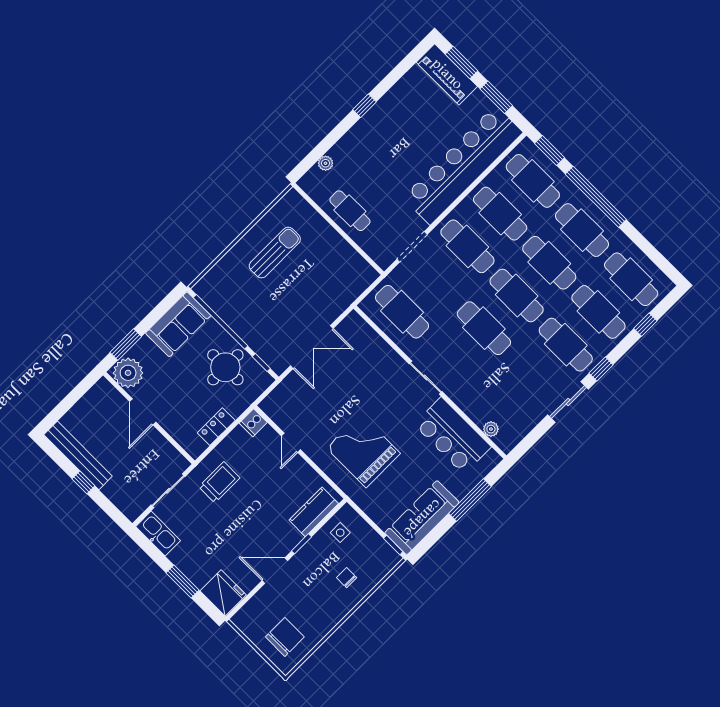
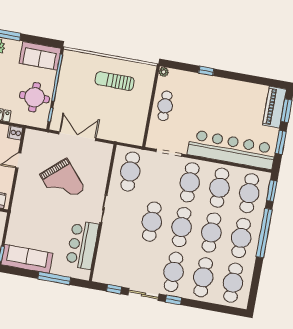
window: (365, 106) -> (206, 71), moved
plant: (326, 163) -> (164, 72), moved
sun lounger: (275, 253) -> (115, 81), turned 180
window: (645, 325) -> (114, 289), moved
double door: (312, 347) -> (77, 136), swing flipped
plant: (491, 429) -> (100, 263), removed
grand piano: (363, 451) -> (62, 182), moved, turned 139

